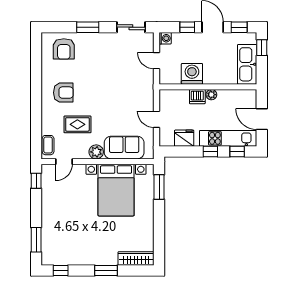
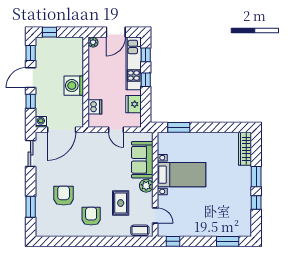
window: (88, 27) -> (31, 207), moved
armchair: (64, 49) -> (64, 196), moved, turned -90
door: (157, 61) -> (62, 130), width x1.87
kitchen sink: (247, 64) -> (65, 46), removed
washing machine: (192, 74) -> (74, 86), moved
plant: (211, 95) -> (93, 42), moved
dishwasher: (197, 97) -> (95, 107), moved
door: (157, 119) -> (116, 130), hinge flipped
bed with nightstands: (116, 190) -> (182, 175), width x0.73
window: (61, 271) -> (256, 203), moved

